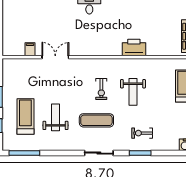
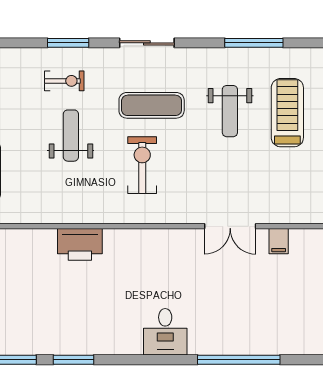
exercise bike: (101, 89) -> (142, 165), width x1.38, depth x1.39
weight bench: (133, 92) -> (71, 136), moved
treadmill: (25, 117) -> (287, 113), turned 180
window: (24, 153) -> (254, 43), moved

